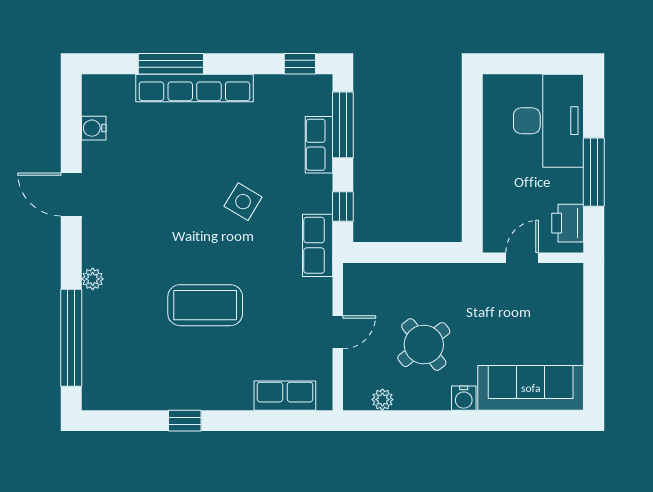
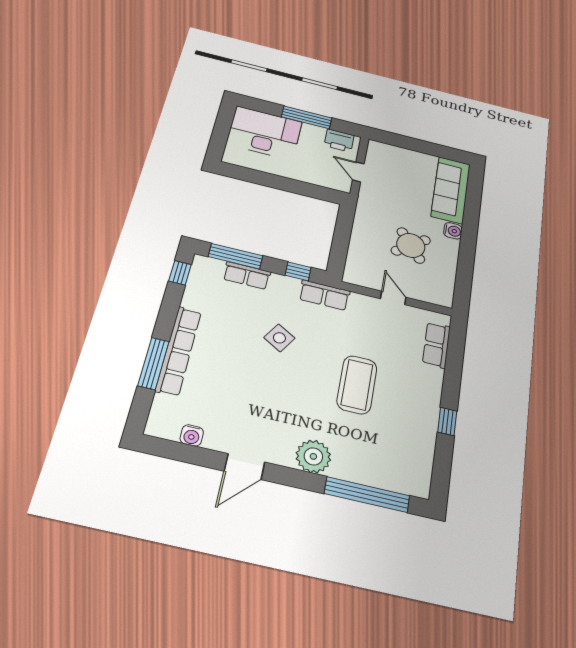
plant: (93, 279) -> (313, 456), width x1.88, depth x1.88
plant: (382, 400) -> (448, 281), removed

